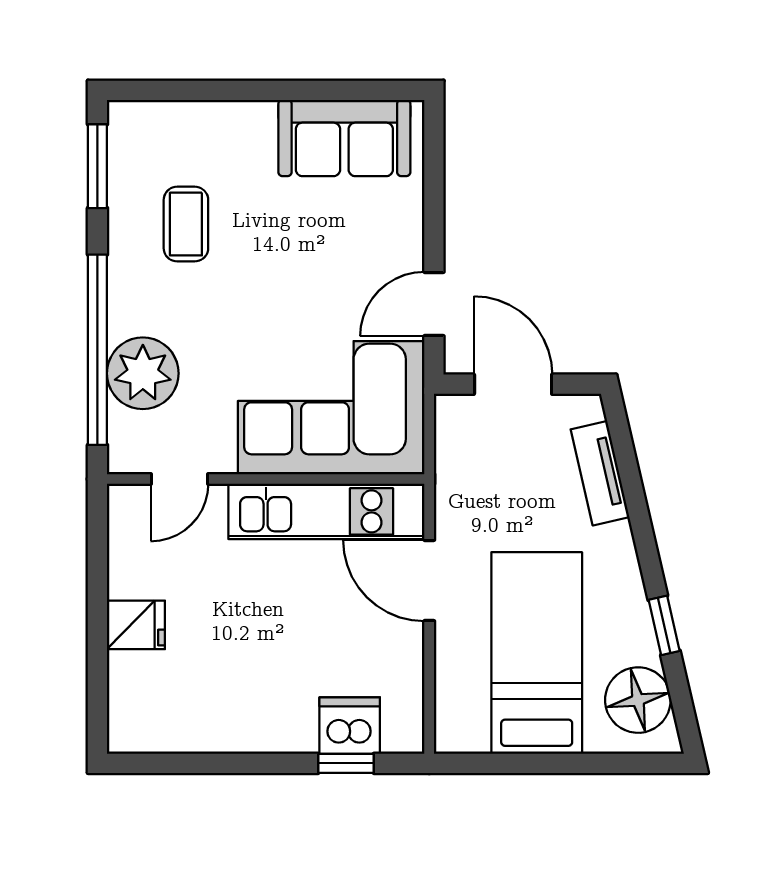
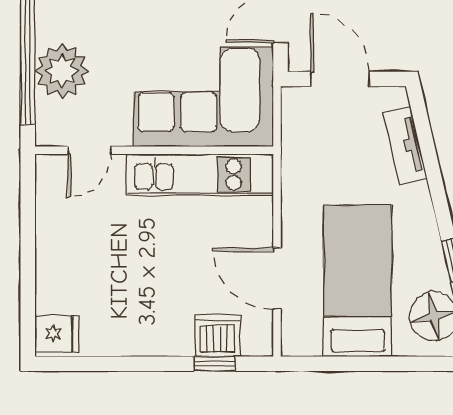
door: (429, 581) -> (277, 278), moved
fridge: (136, 625) -> (57, 334), moved

